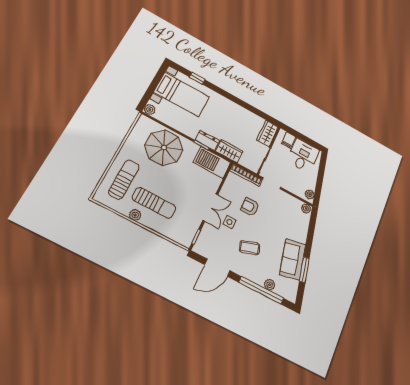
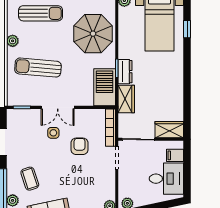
sun lounger: (154, 203) -> (38, 68), moved, turned 95
coffee table: (250, 248) -> (30, 179), moved

